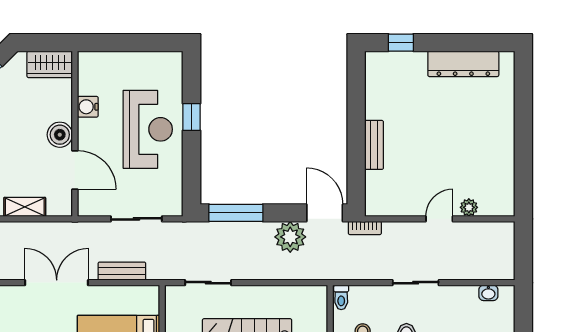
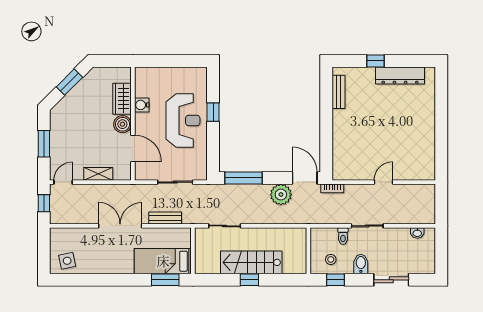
window: (401, 43) -> (375, 61), moved
wardrobe: (50, 64) -> (122, 99), moved, turned 90
bench: (374, 145) -> (339, 92), moved
plant: (469, 207) -> (404, 174), removed
toilet: (341, 297) -> (343, 236), moved

